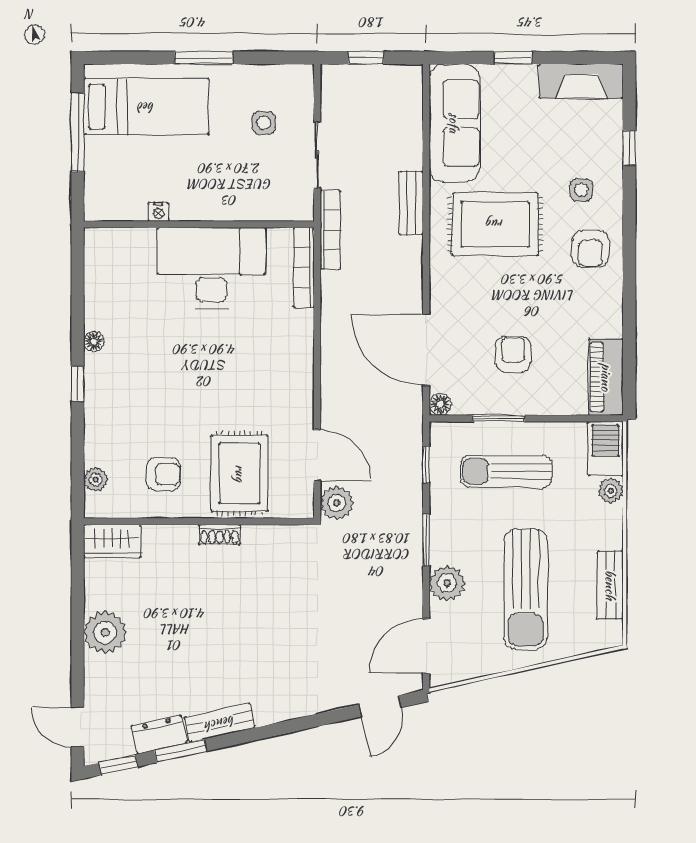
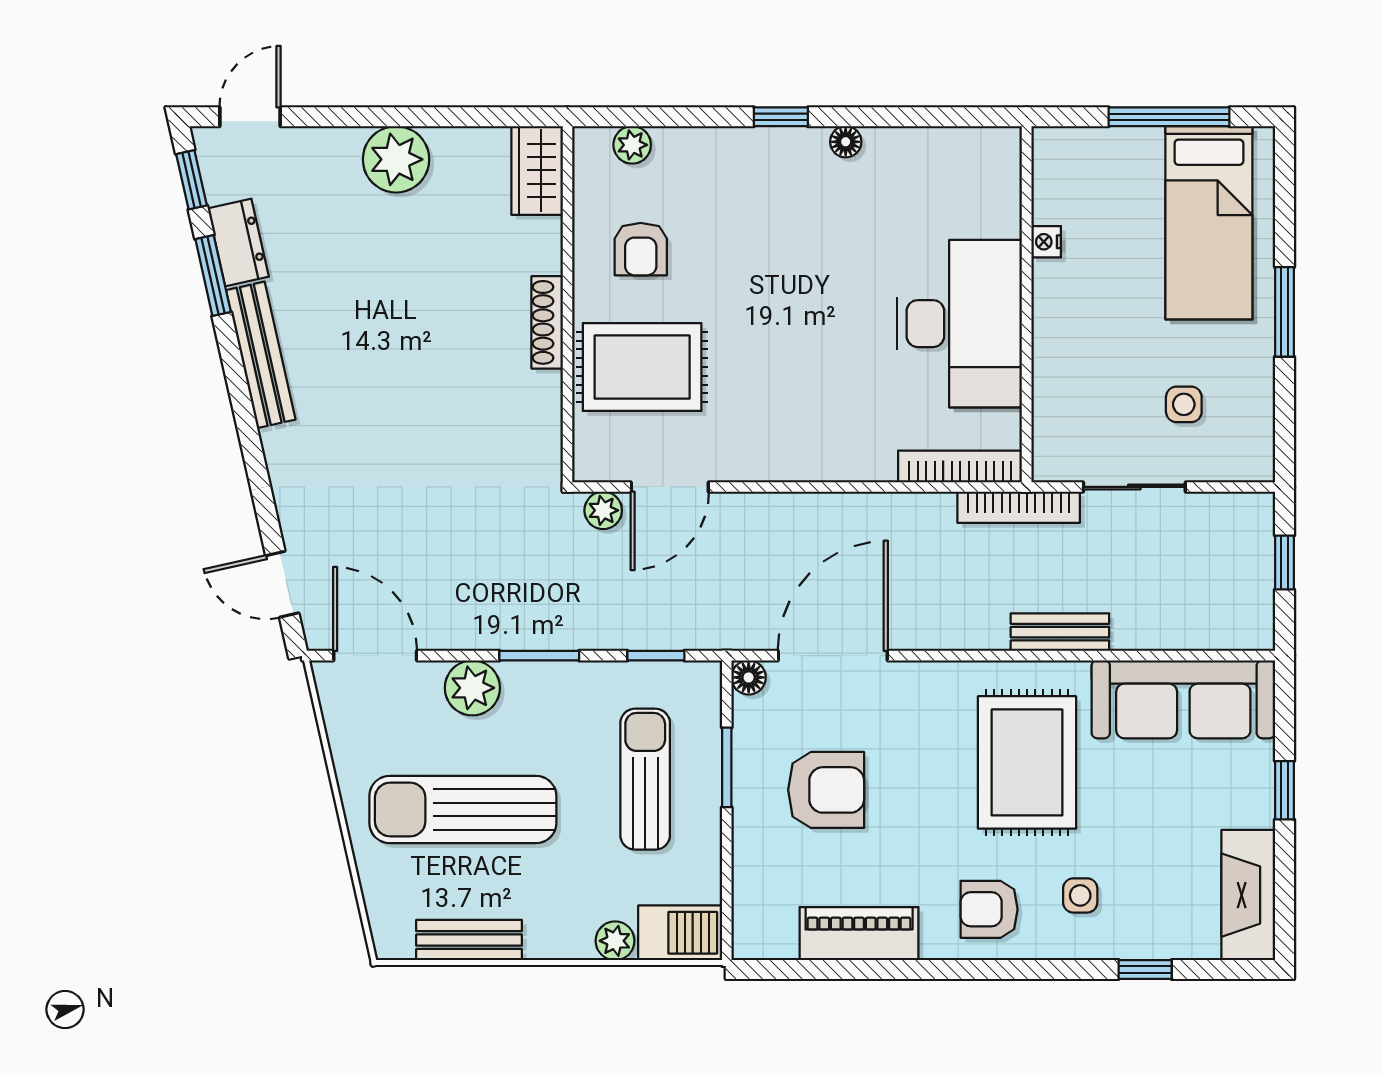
armchair: (513, 354) -> (826, 790), width x1.38, depth x1.38
piano: (606, 377) -> (859, 934), moved
plant: (337, 503) -> (603, 510), width x0.73, depth x0.73
shoe rack: (220, 535) -> (547, 322), width x1.43
bench: (220, 723) -> (261, 355), width x1.36

